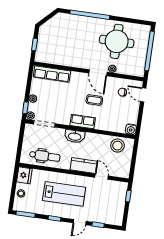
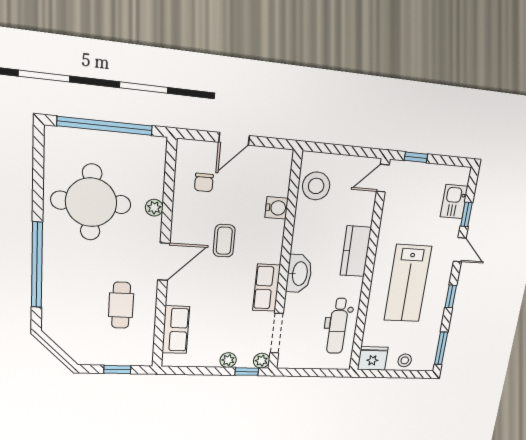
cafe table: (67, 49) -> (121, 305), added
door: (98, 73) -> (164, 262), moved
row of seats: (52, 74) -> (176, 330), width x0.68
door: (143, 95) -> (234, 139), moved
row of seats: (83, 122) -> (266, 288), moved
water cooler: (131, 129) -> (277, 208), moved
dental chair: (45, 156) -> (338, 326), turned 180
door: (102, 177) -> (383, 178), moved
lab bench: (64, 194) -> (408, 283), turned 180
kitchen sink: (105, 218) -> (454, 202), added

